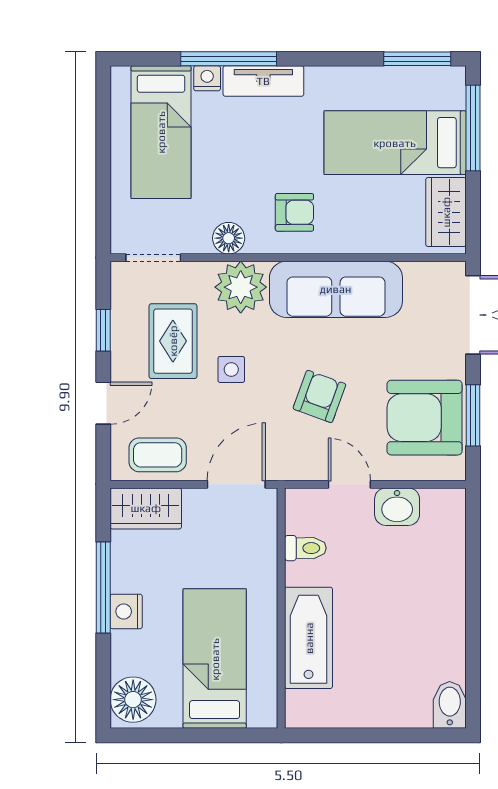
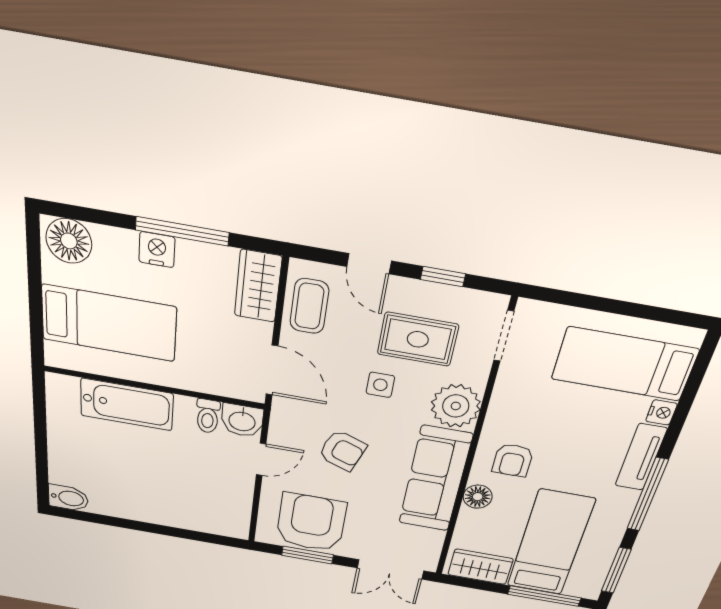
window: (229, 59) -> (647, 495), moved
floor lamp: (229, 238) -> (478, 497), moved
washbasin: (397, 507) -> (242, 421), moved, turned -90

